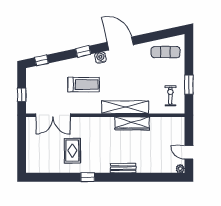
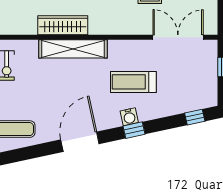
door: (120, 43) -> (80, 142), swing flipped
water cooler: (100, 58) -> (129, 117), moved

